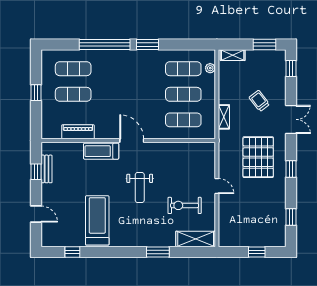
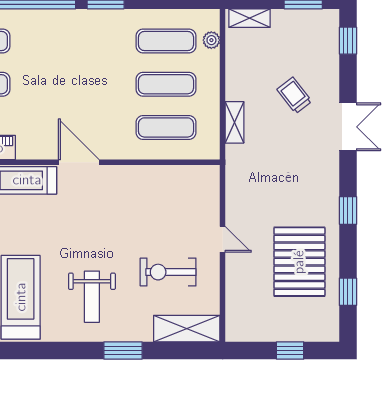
pallet: (258, 157) -> (299, 262), moved
weight bench: (140, 187) -> (92, 297), moved

